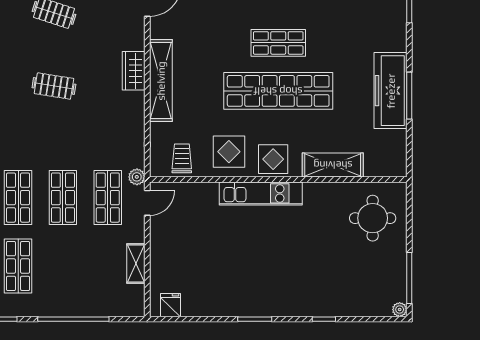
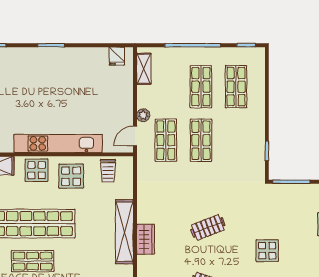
clothes rail: (54, 86) -> (208, 227), turned -30
plant: (137, 177) -> (143, 115), moved
kitchen unit: (261, 193) -> (58, 143), width x1.36
shop shelf: (18, 198) -> (201, 87), moved
shelving: (136, 264) -> (144, 69), moved

